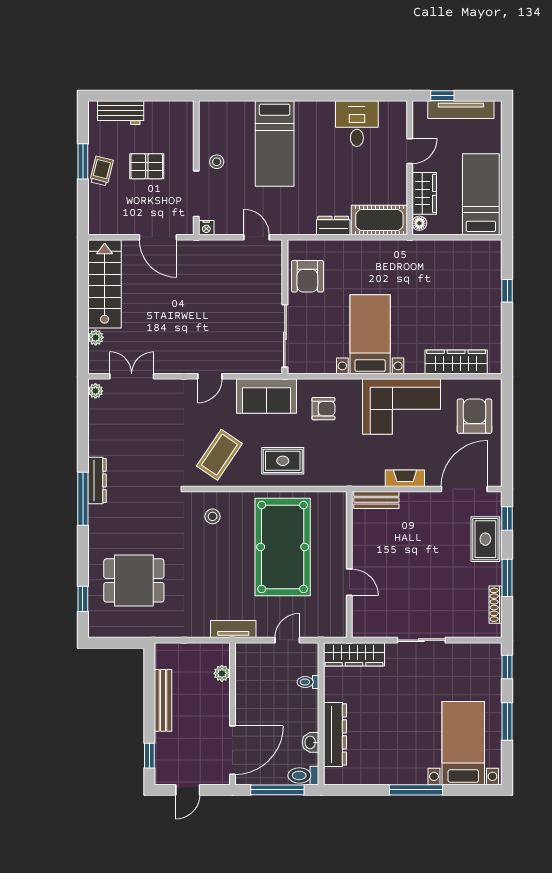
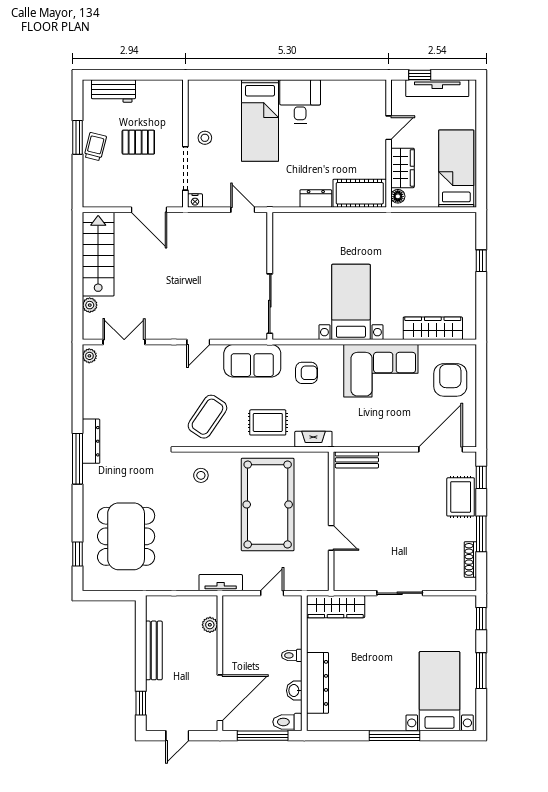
desk: (357, 124) -> (300, 102), moved
armchair: (307, 276) -> (291, 247), removed
fireplace: (405, 478) -> (313, 439), moved
dining table: (134, 580) -> (126, 536), width x1.38
toilet: (308, 682) -> (292, 655), moved

